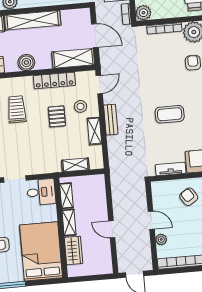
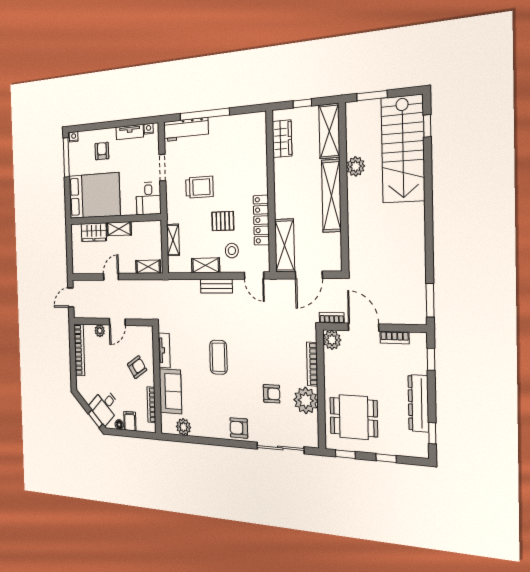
boiler: (26, 63) -> (283, 186), removed
trolley: (17, 109) -> (199, 187), moved
shelving: (66, 196) -> (148, 267), moved

